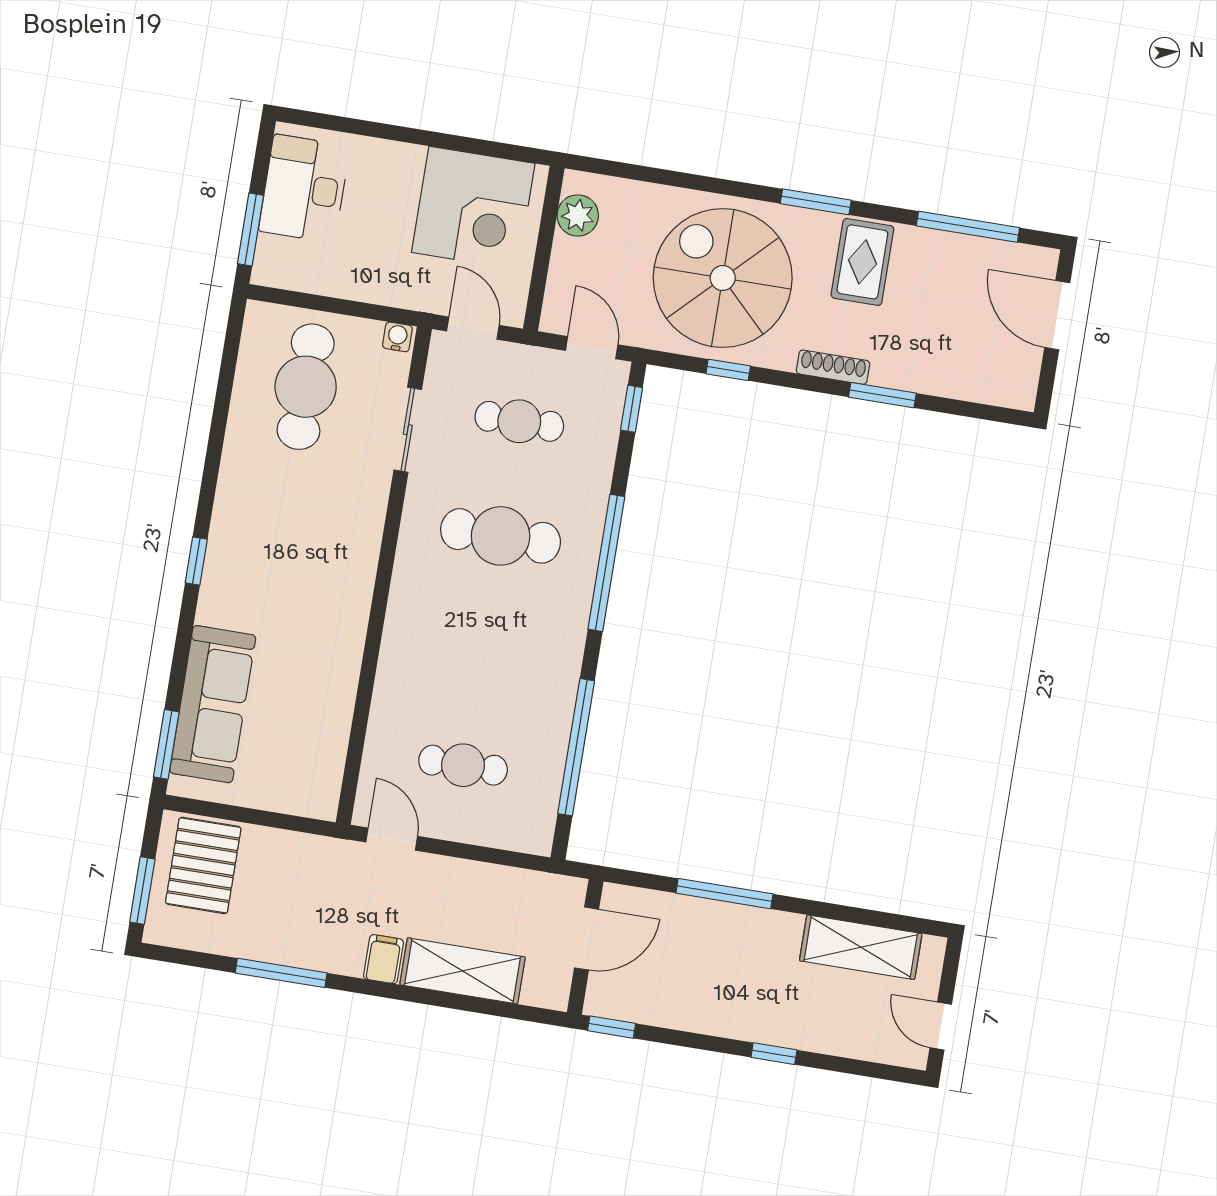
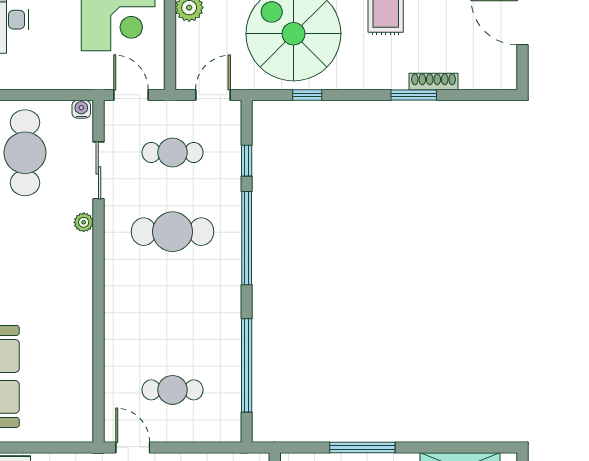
door: (592, 348) -> (213, 95), hinge flipped
shoe rack: (833, 367) -> (434, 82), moved
window: (632, 409) -> (247, 161), moved
plant: (374, 501) -> (84, 222), added

